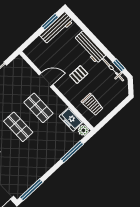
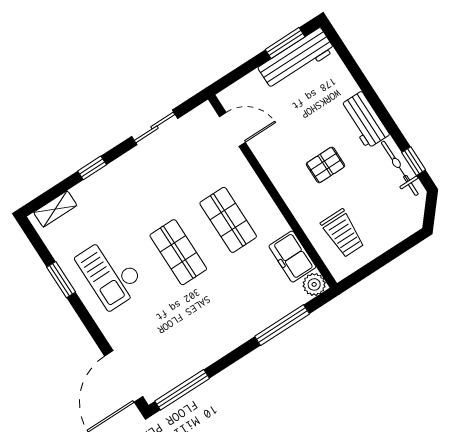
workbench: (90, 47) -> (364, 120), width x0.73
door: (46, 80) -> (232, 129), moved

